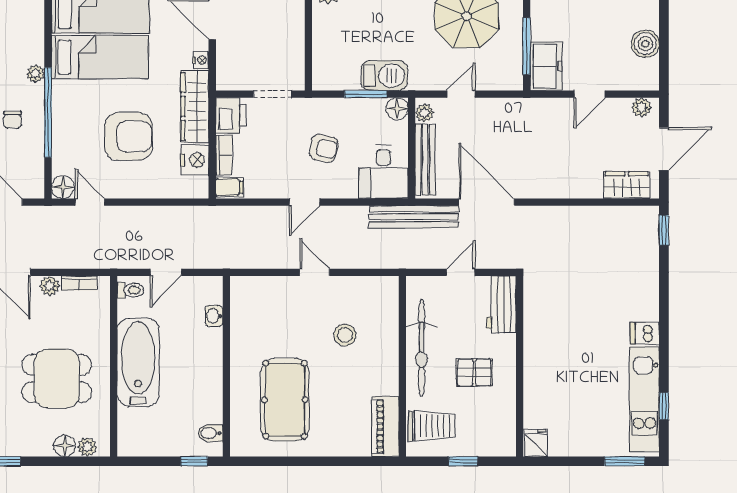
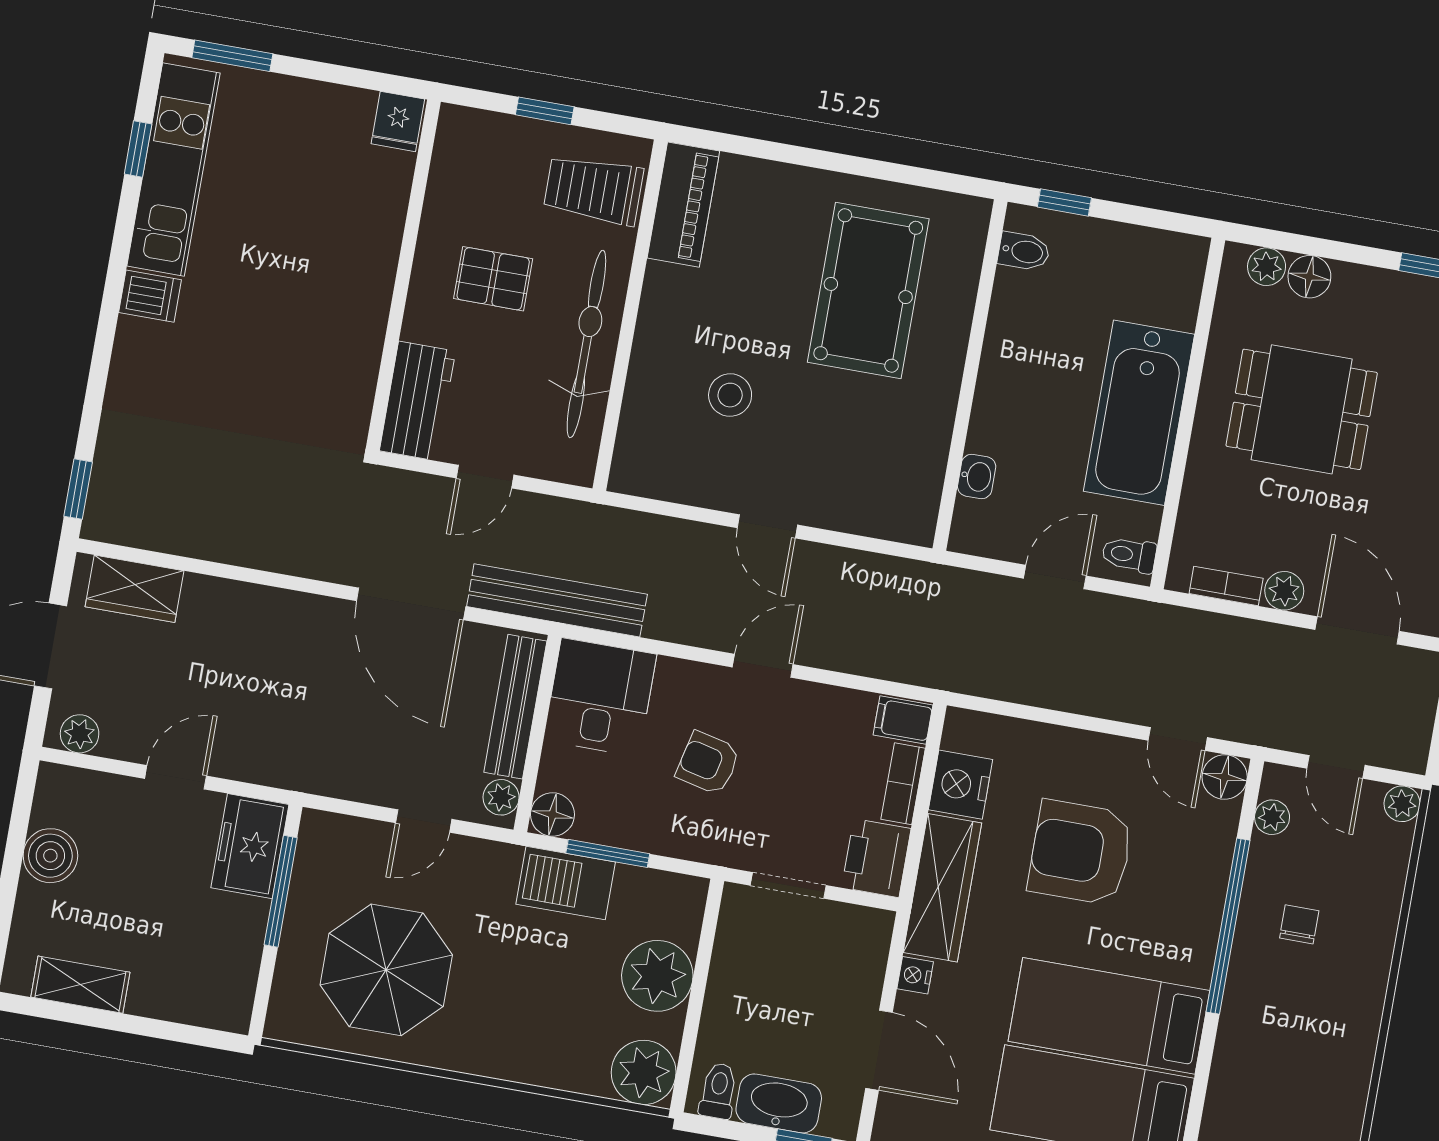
plant: (330, 37) -> (657, 976), added
plant: (36, 74) -> (1272, 817), moved

